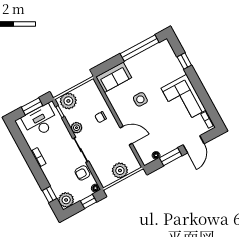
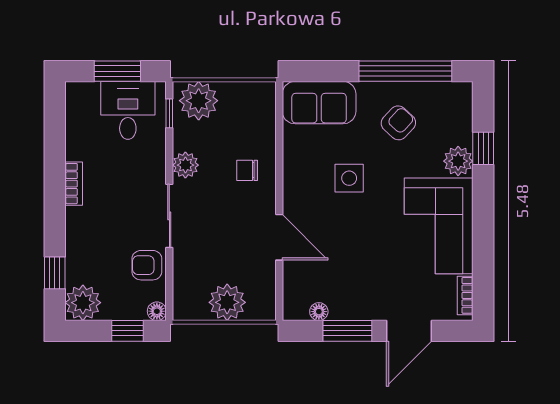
armchair: (148, 69) -> (398, 123), added
plant: (178, 71) -> (458, 161), added
desk: (40, 121) -> (128, 110), width x0.73

